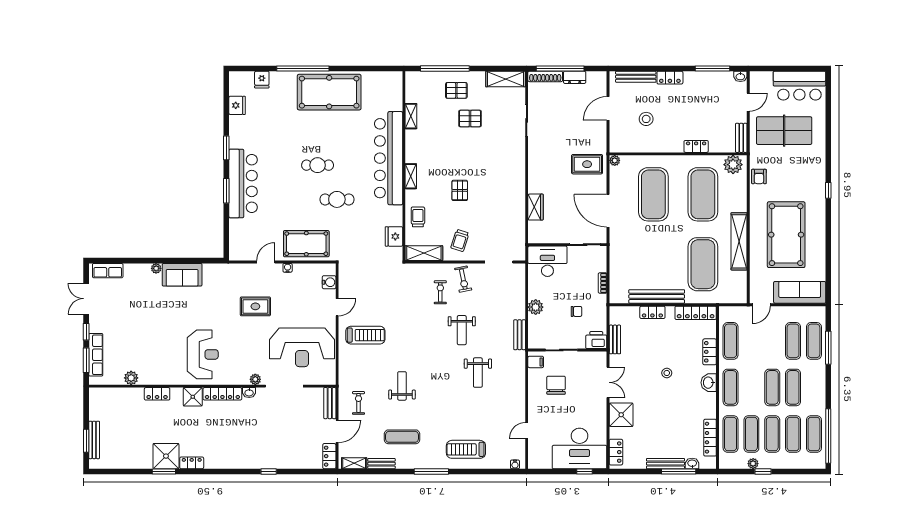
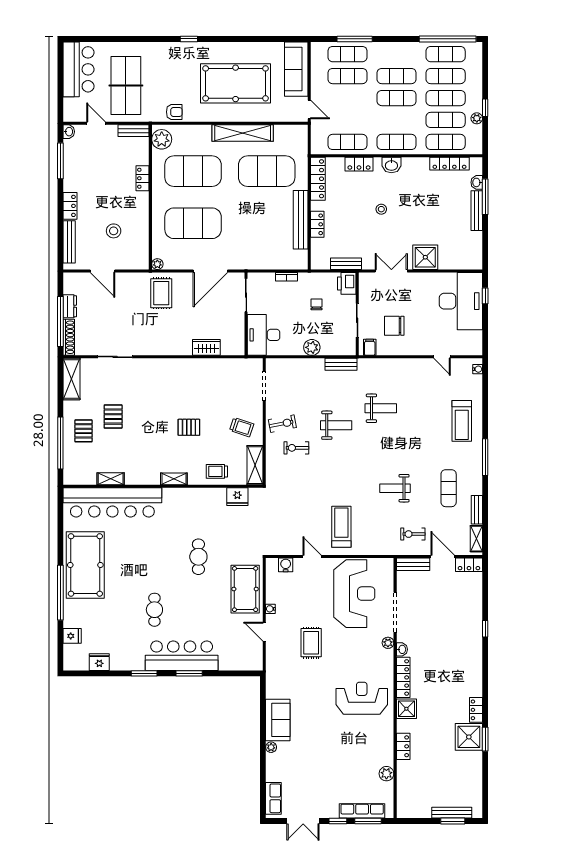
bar counter: (389, 158) -> (112, 502), moved
cafe table: (318, 165) -> (154, 610), moved
locker: (616, 452) -> (465, 263), removed

